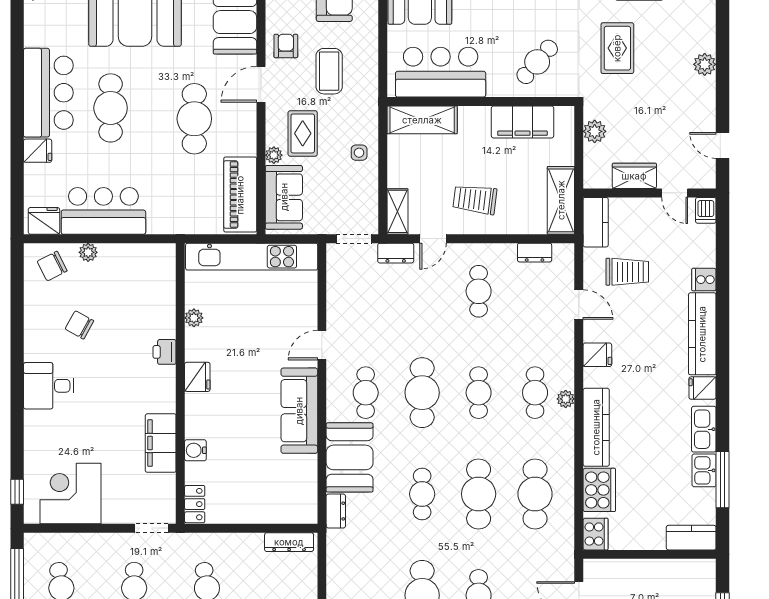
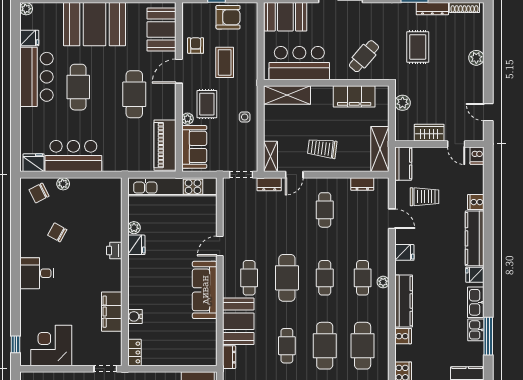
fridge: (38, 151) -> (29, 38), moved
fridge: (197, 377) -> (136, 245), moved
cooker: (599, 490) -> (403, 336), width x0.53, depth x0.76

